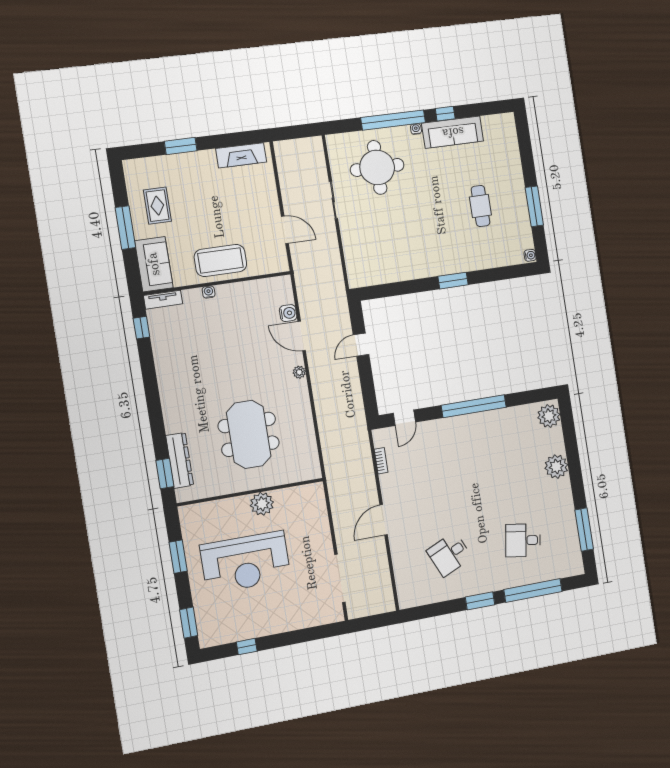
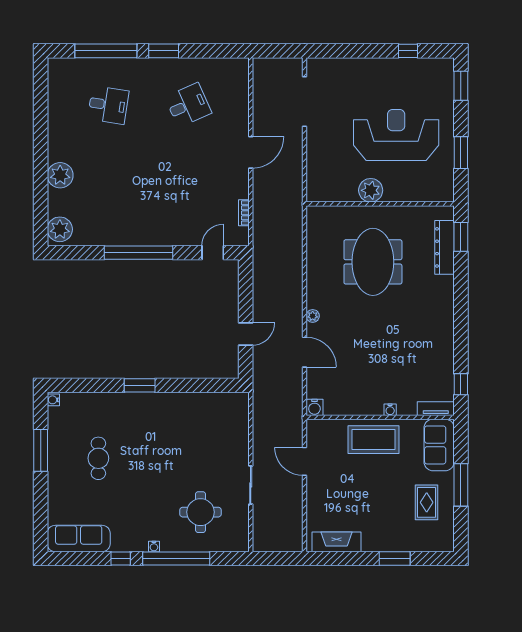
sofa: (453, 132) -> (79, 538), moved
round table: (377, 167) -> (201, 512), width x0.73, depth x0.73
water cooler: (288, 313) -> (314, 407), moved, turned -90
window: (584, 529) -> (41, 104), removed

